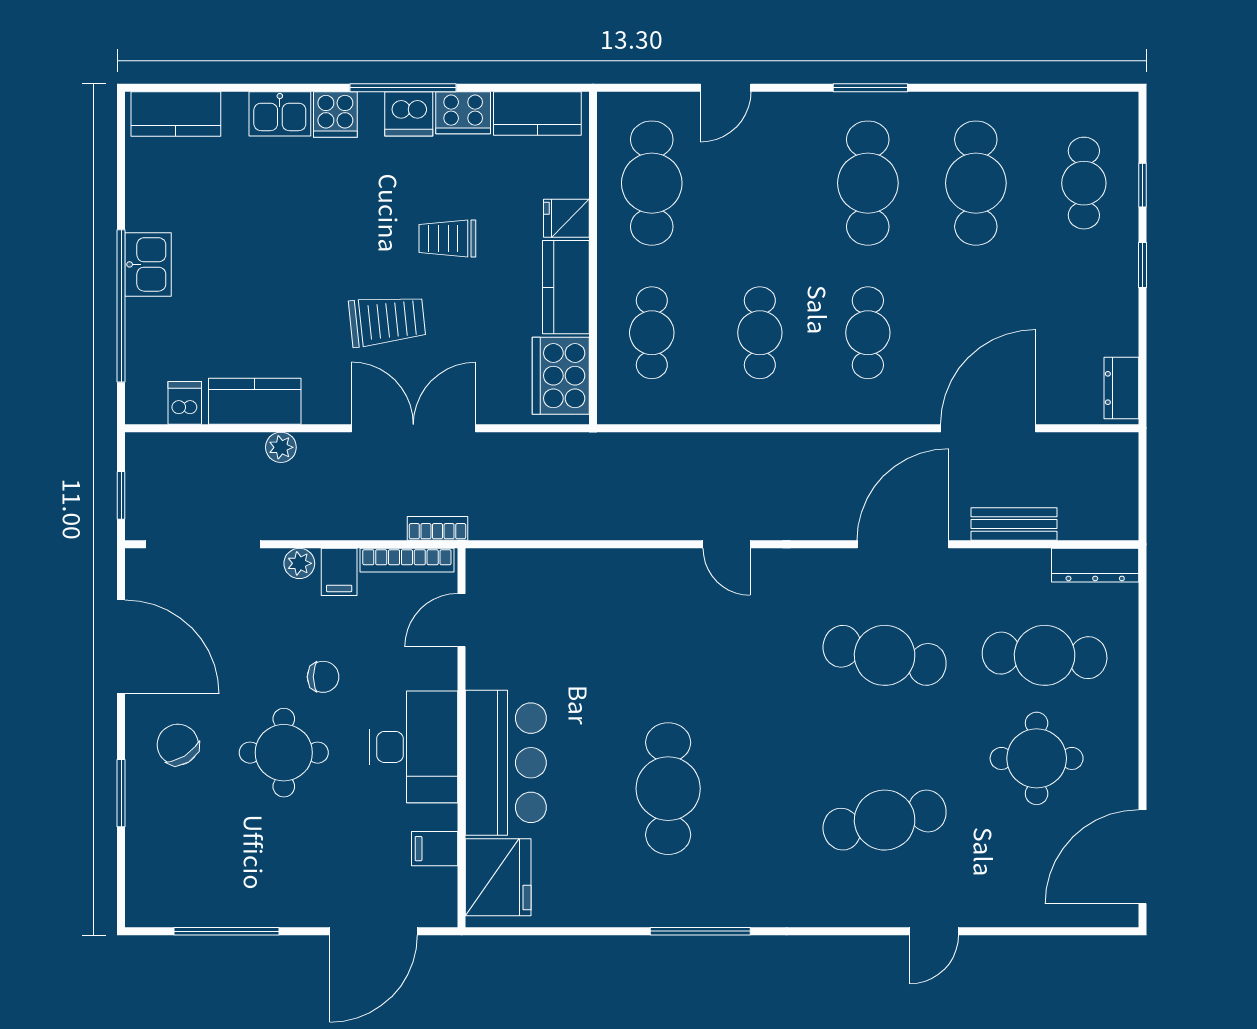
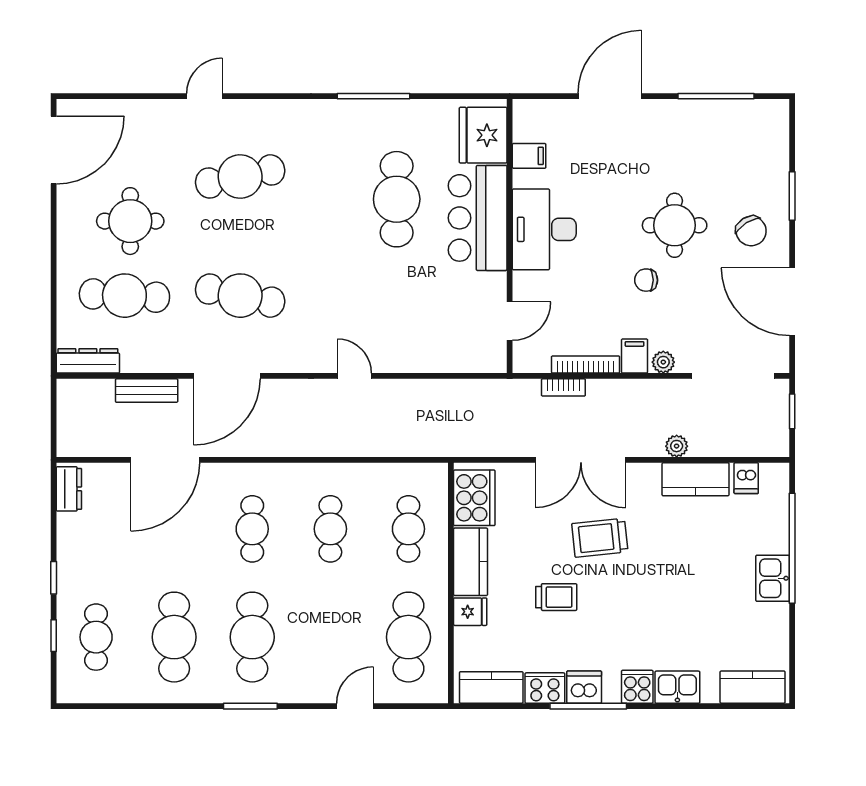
door: (462, 620) -> (510, 321), moved
wall: (462, 738) -> (510, 236), moved
desk: (414, 747) -> (544, 229), moved
bar counter: (506, 763) -> (478, 218), moved
filing cabinet: (435, 849) -> (529, 156), moved
fridge: (498, 877) -> (483, 135), moved

